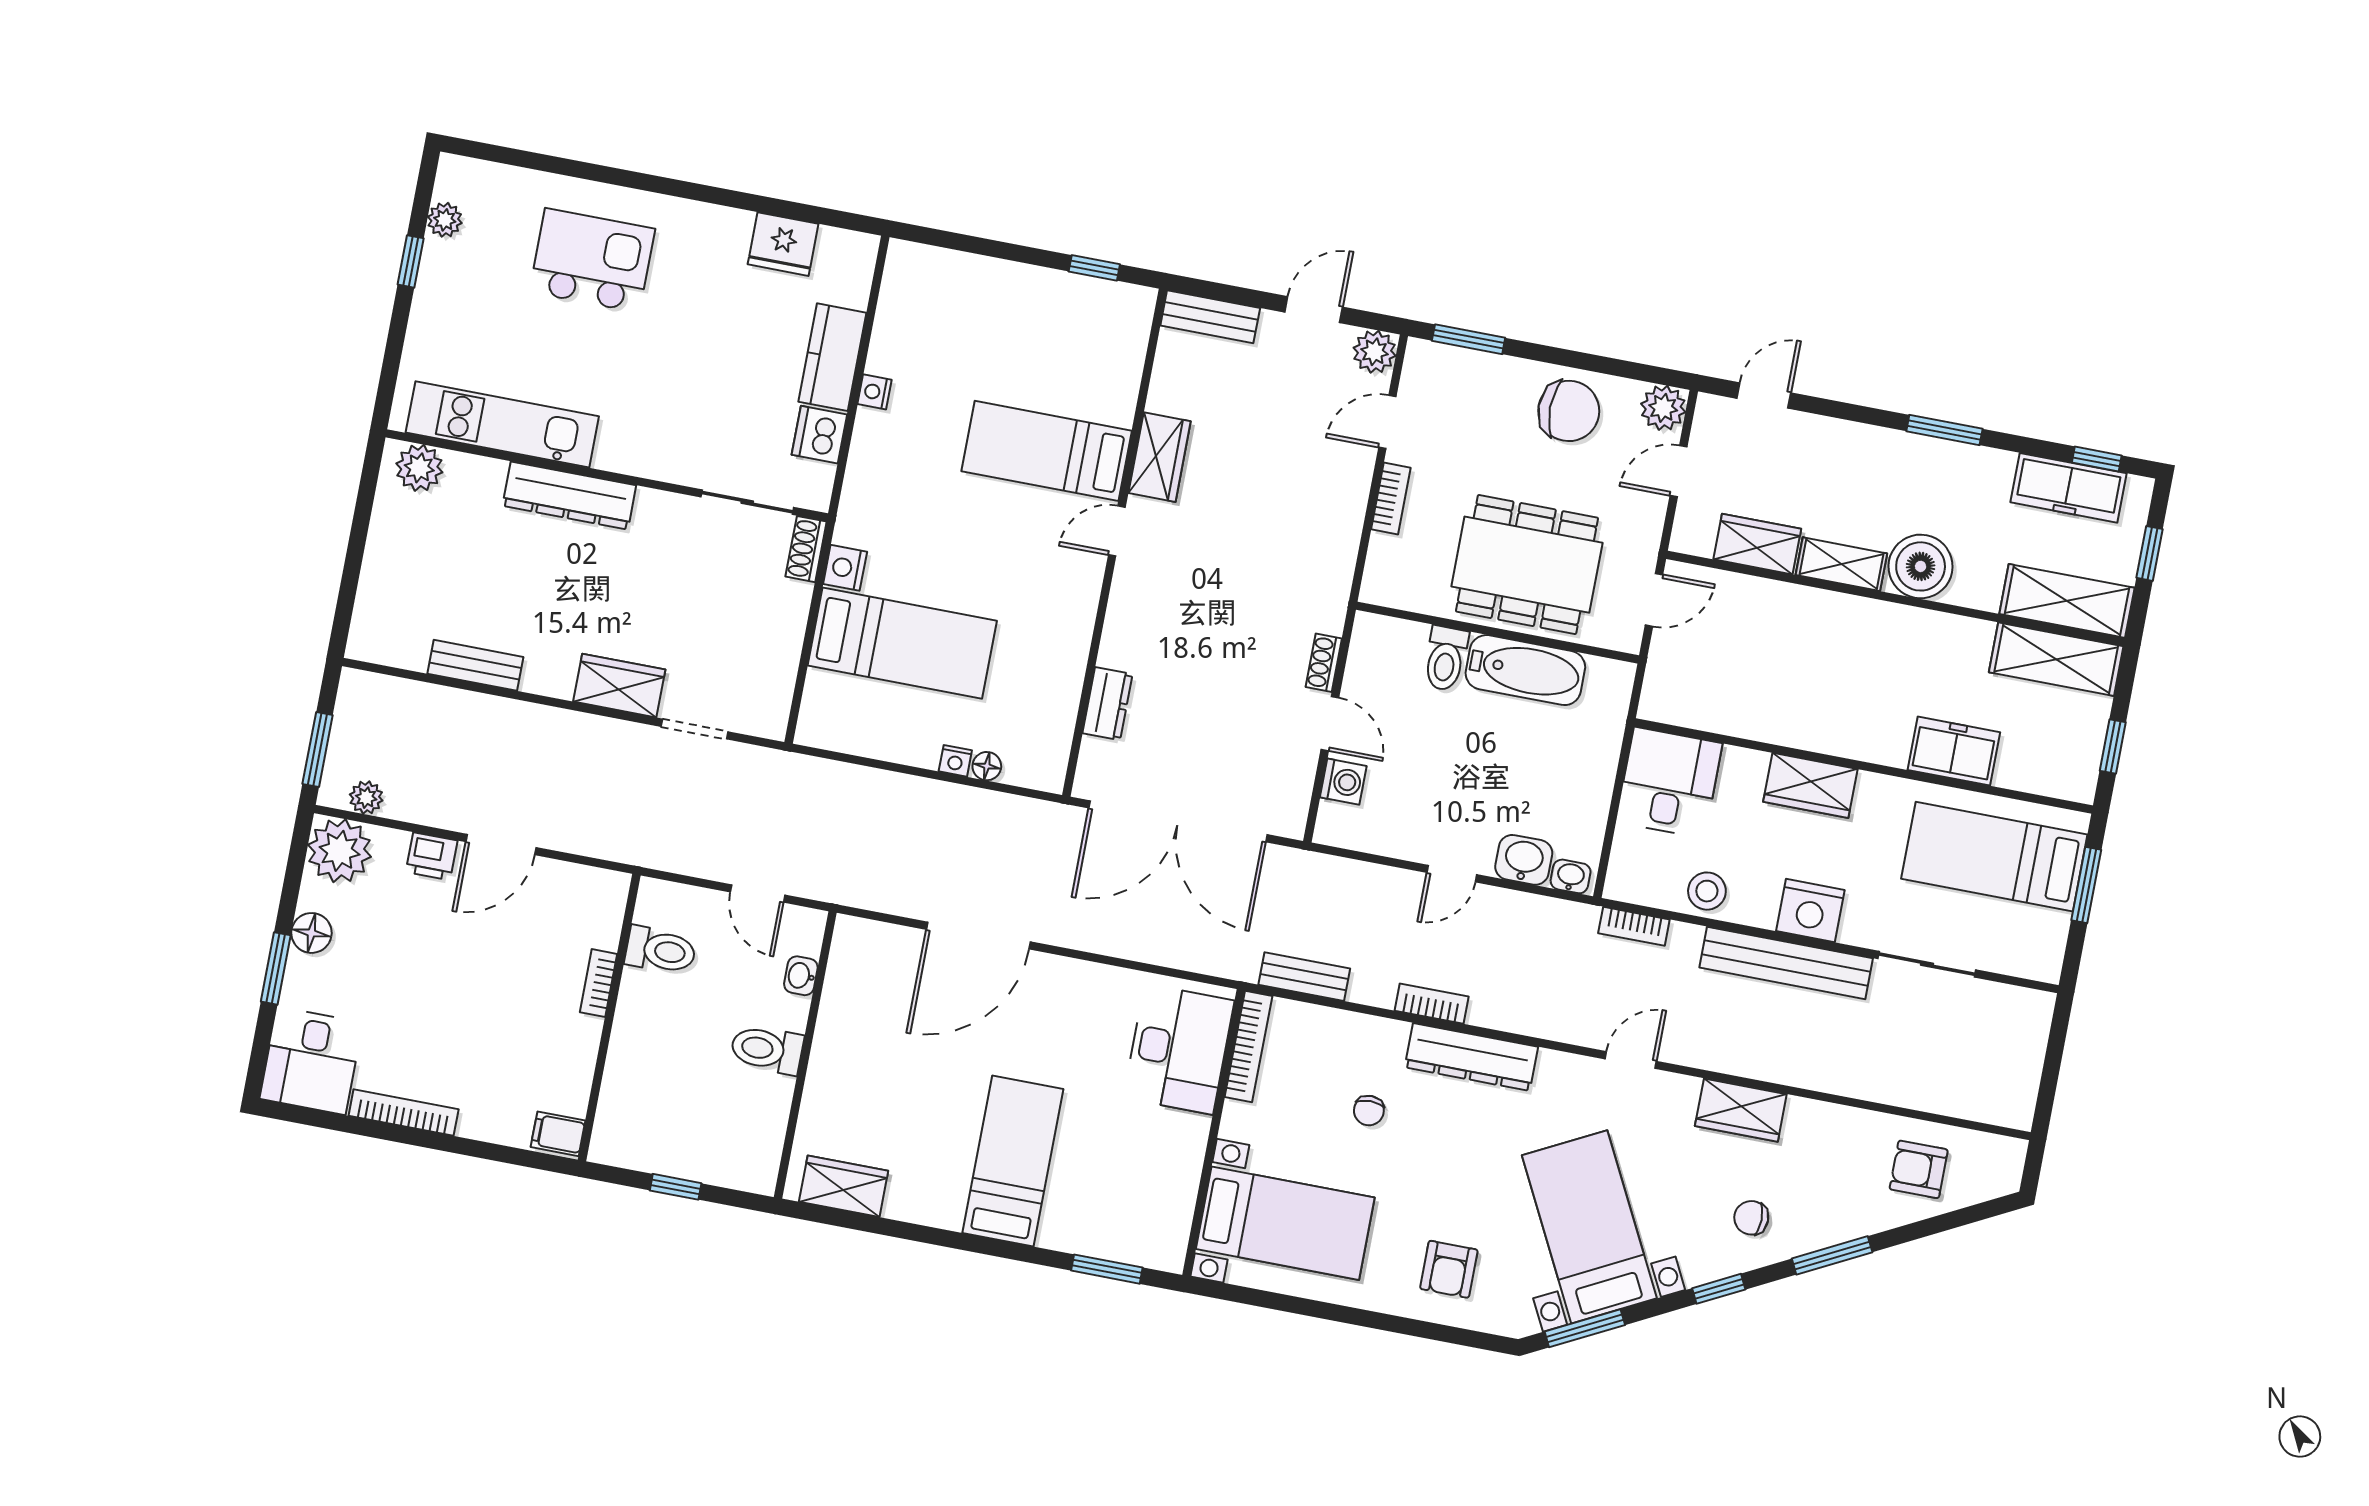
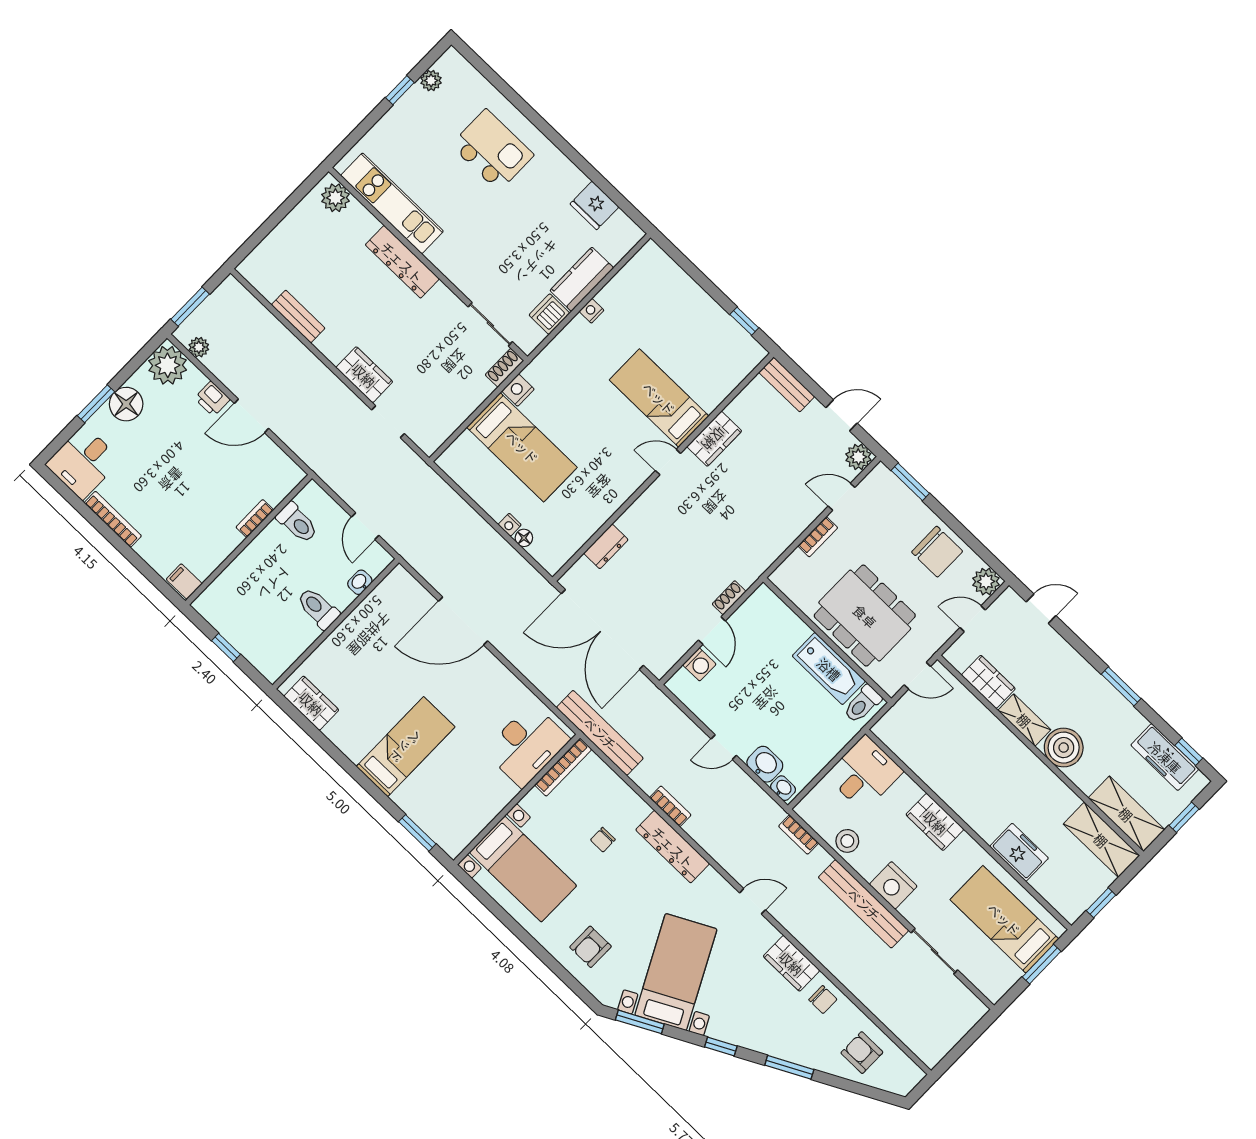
toilet: (1446, 658) -> (862, 704), moved
floor lamp: (311, 933) -> (126, 404), width x1.38, depth x1.38
bench: (1304, 977) -> (600, 733), width x1.86, depth x1.21
chair: (1751, 1218) -> (823, 1000), moved, turned 180

